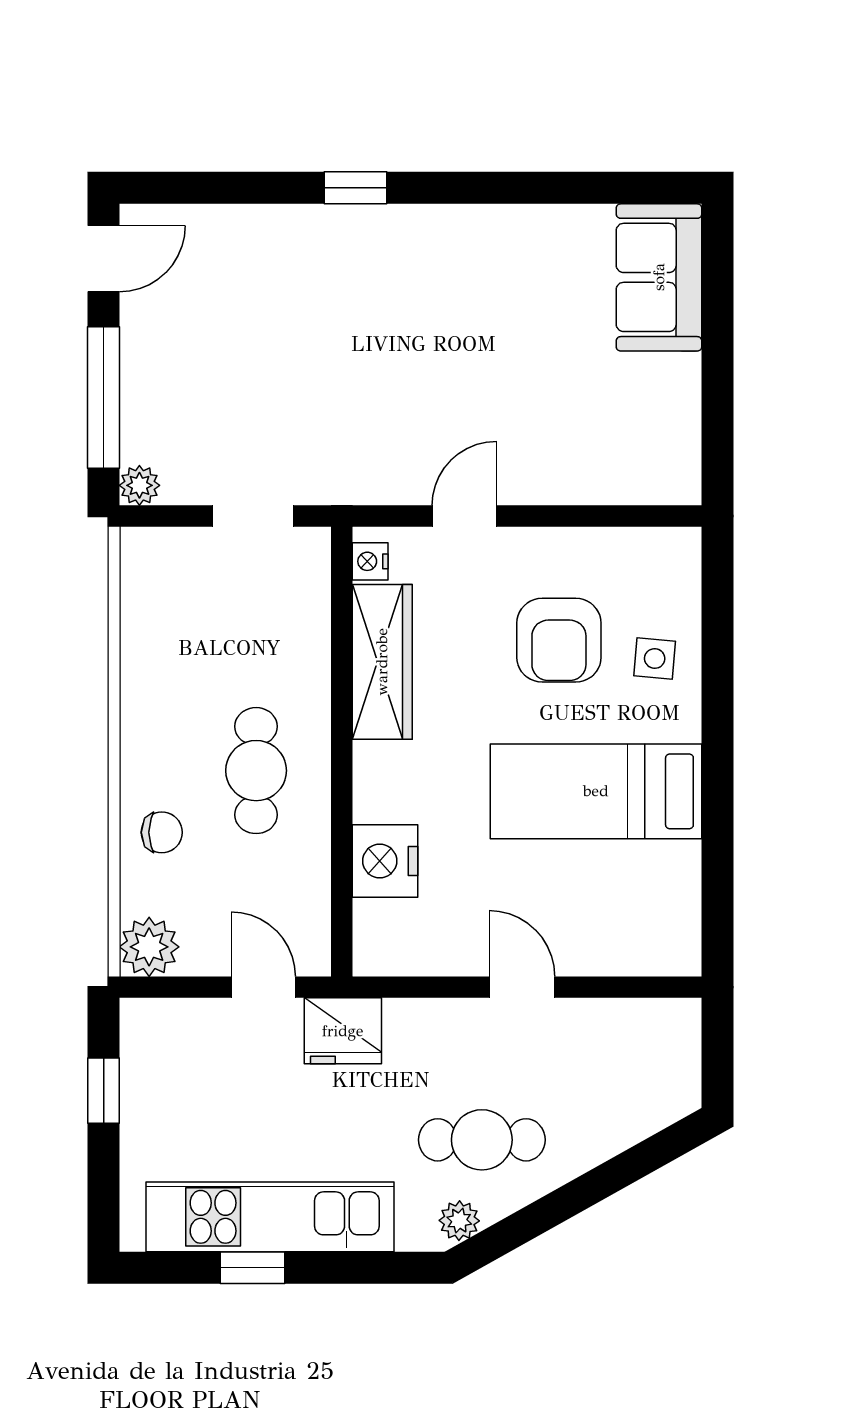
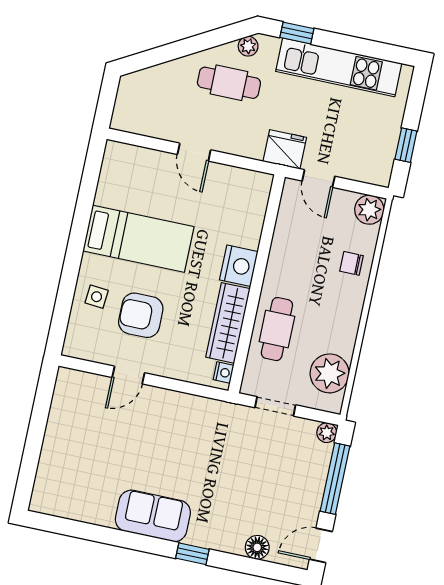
floor lamp: (229, 228) -> (257, 547), added
sofa: (659, 277) -> (153, 516), moved, turned -90
door: (464, 516) -> (128, 375), moved
plant: (159, 604) -> (330, 373), added
armchair: (559, 640) -> (141, 315), turned -90
cafe table: (256, 771) -> (277, 329), moved
nightstand: (385, 861) -> (239, 266), moved
window: (252, 1268) -> (297, 33), moved

